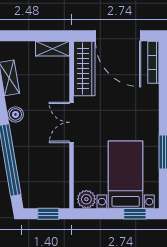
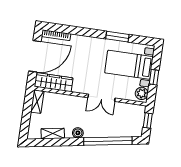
double door: (72, 122) -> (101, 98), moved
window: (135, 214) -> (154, 77), moved

